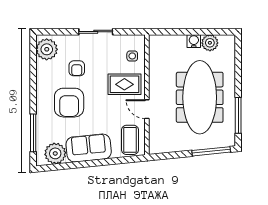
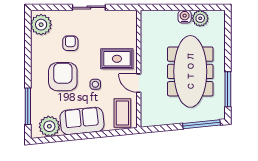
side table: (132, 56) -> (95, 84), moved
armchair: (77, 68) -> (70, 43), turned 180
armchair: (69, 103) -> (63, 77), turned 180

